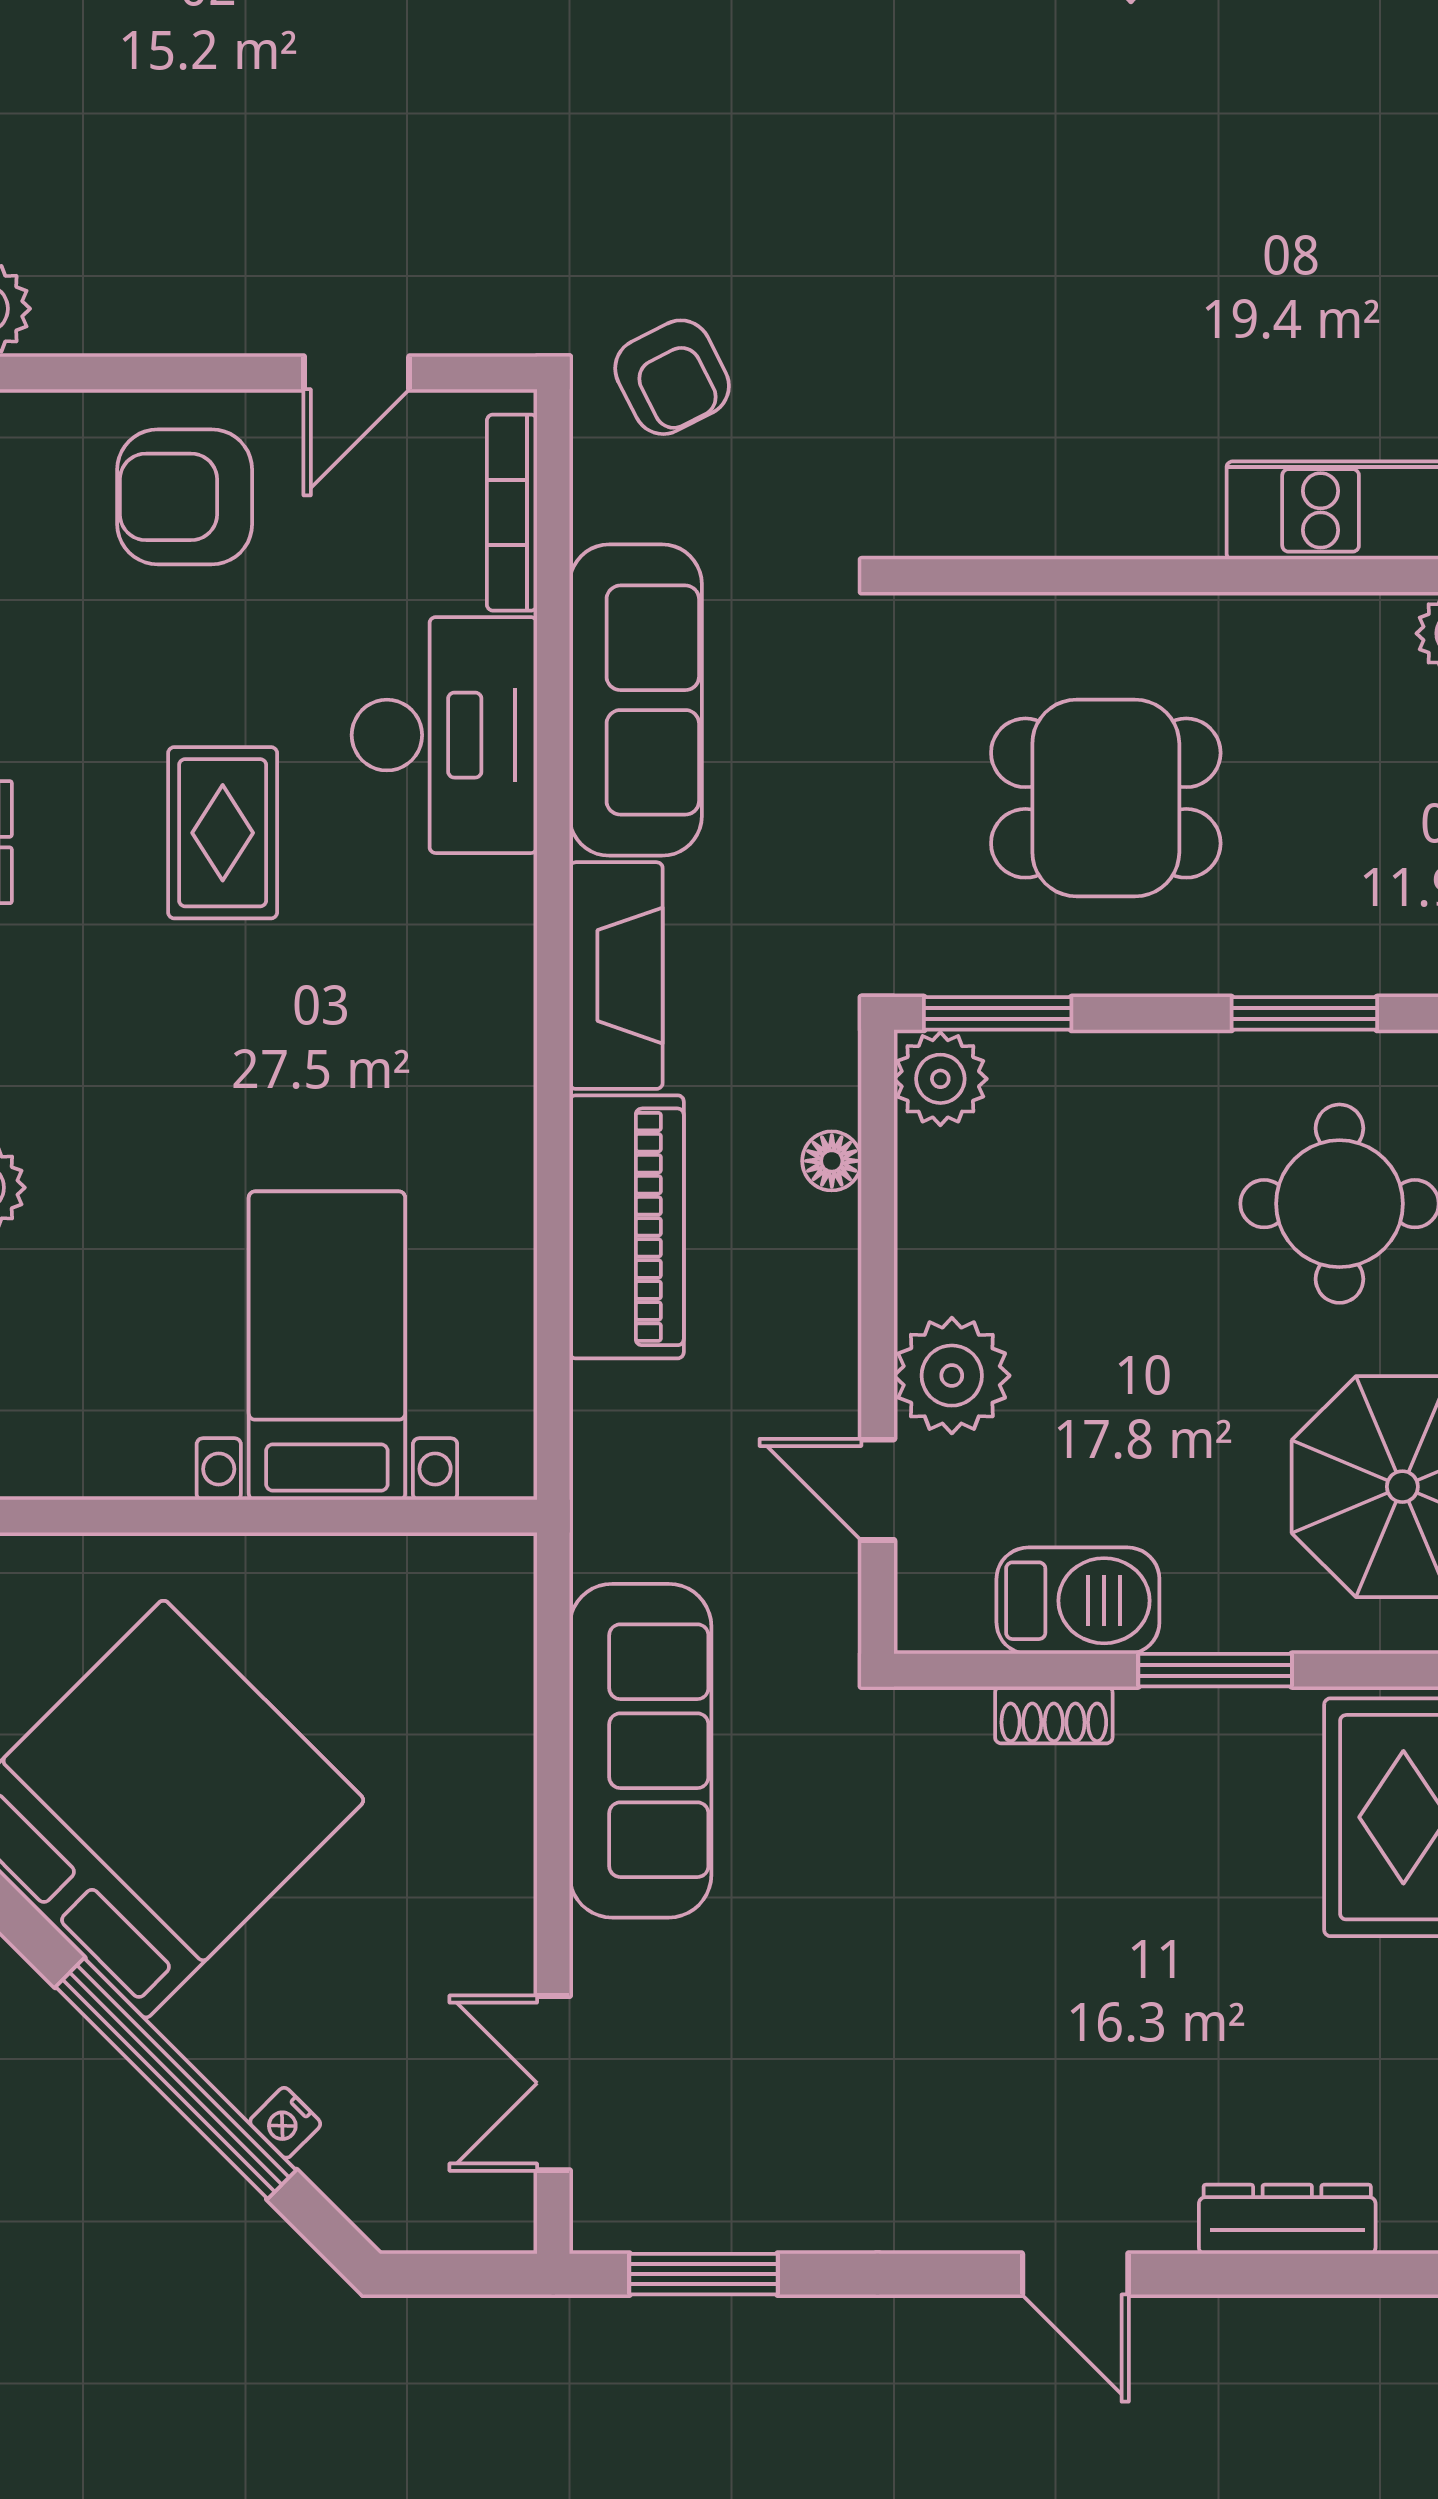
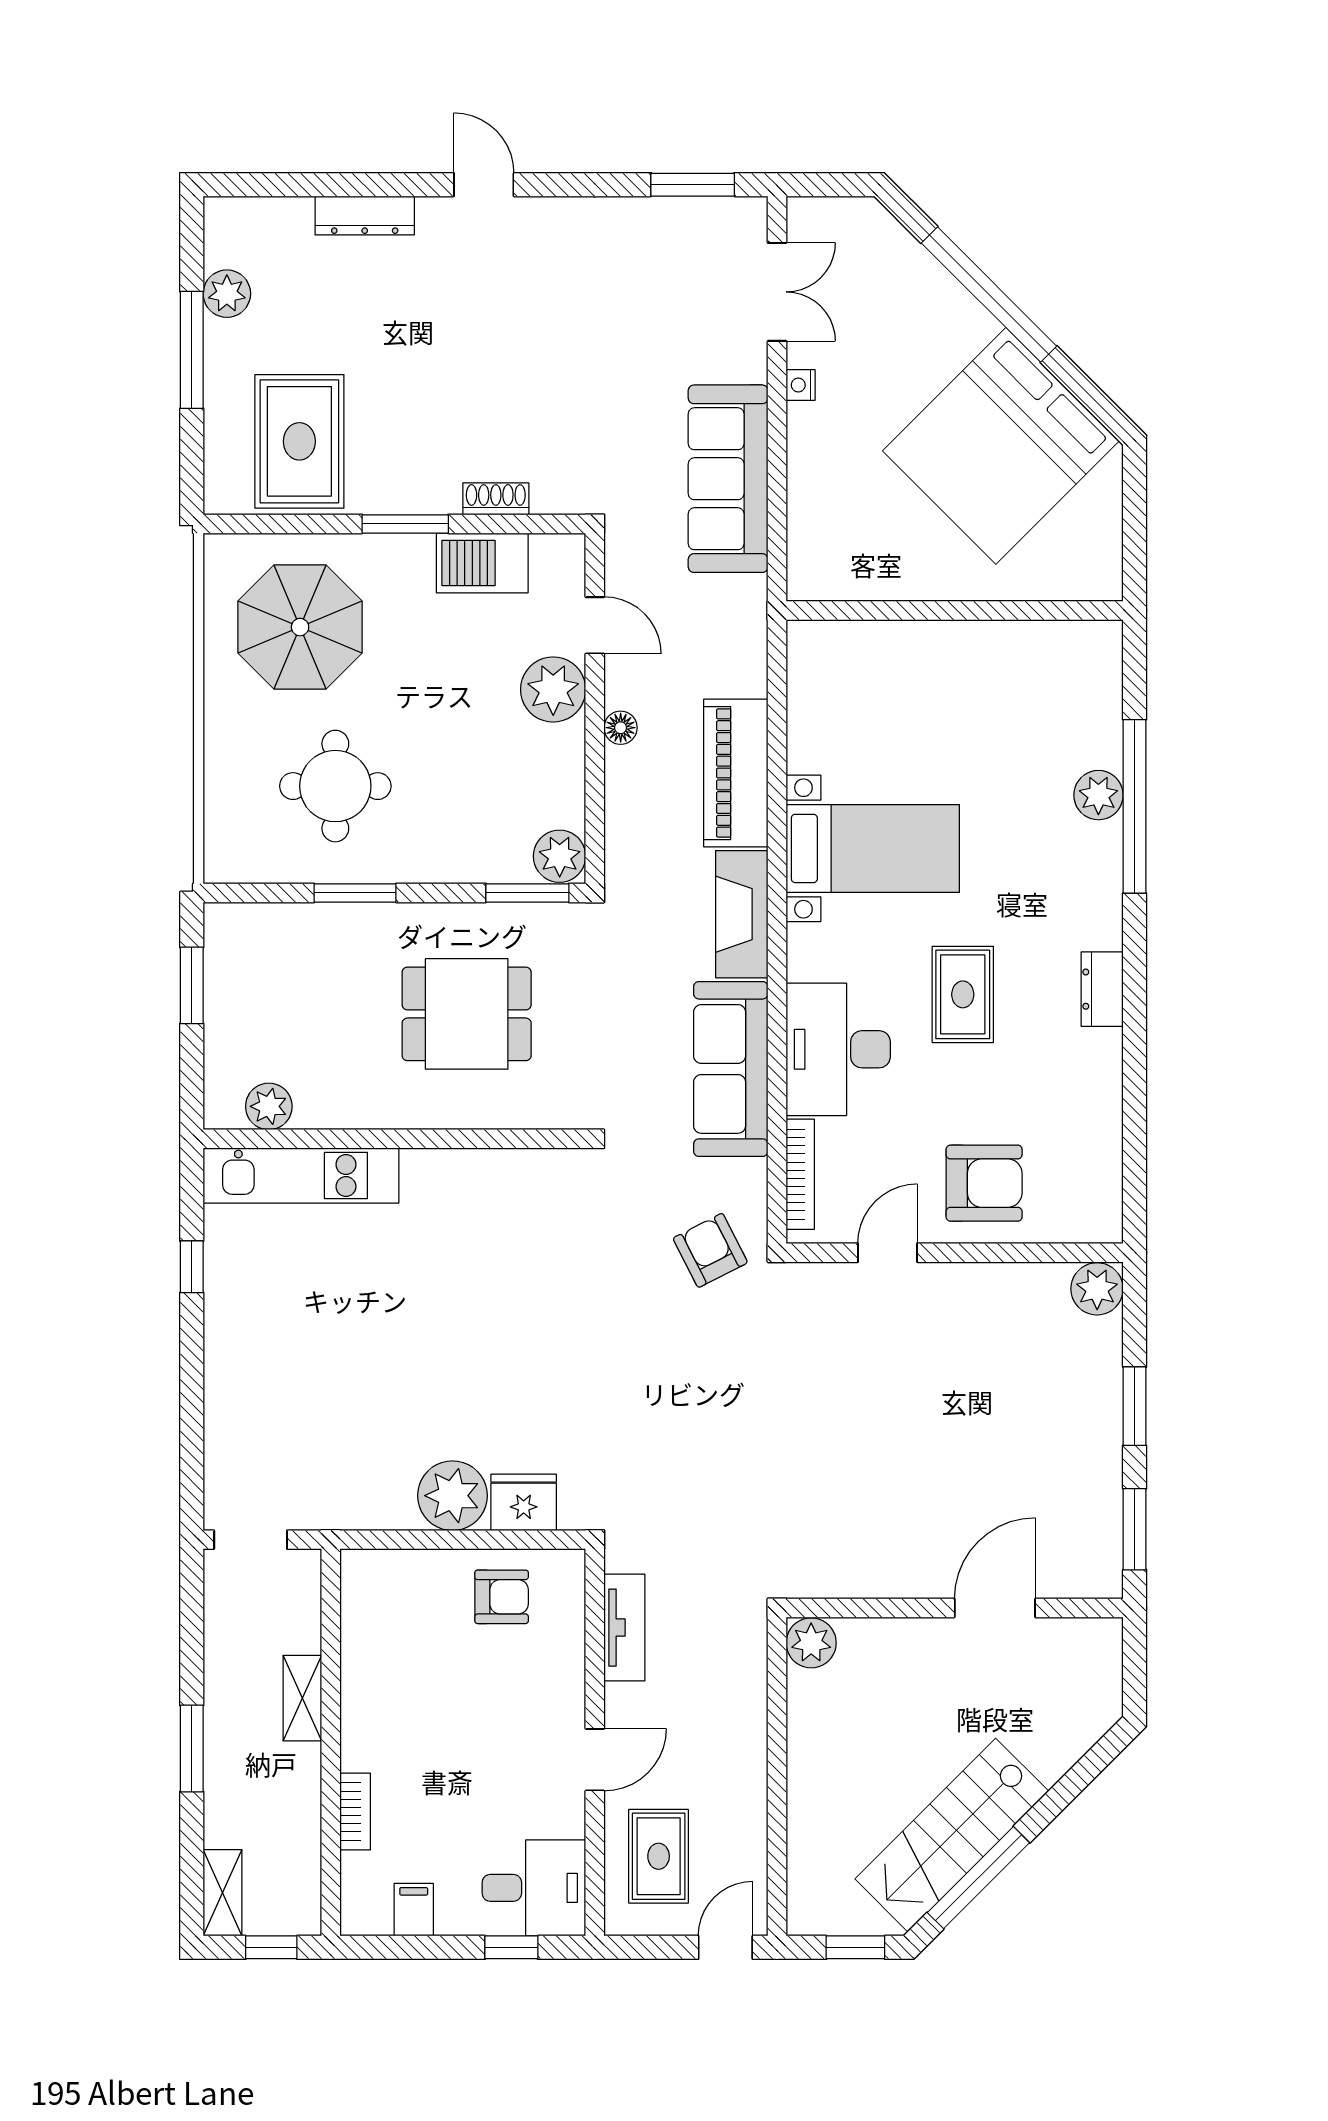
floor lamp: (832, 1161) -> (621, 728), moved
bed with nightstands: (327, 1346) -> (873, 848), moved, turned -90
nightstand: (285, 2123) -> (801, 385), moved, turned -135

